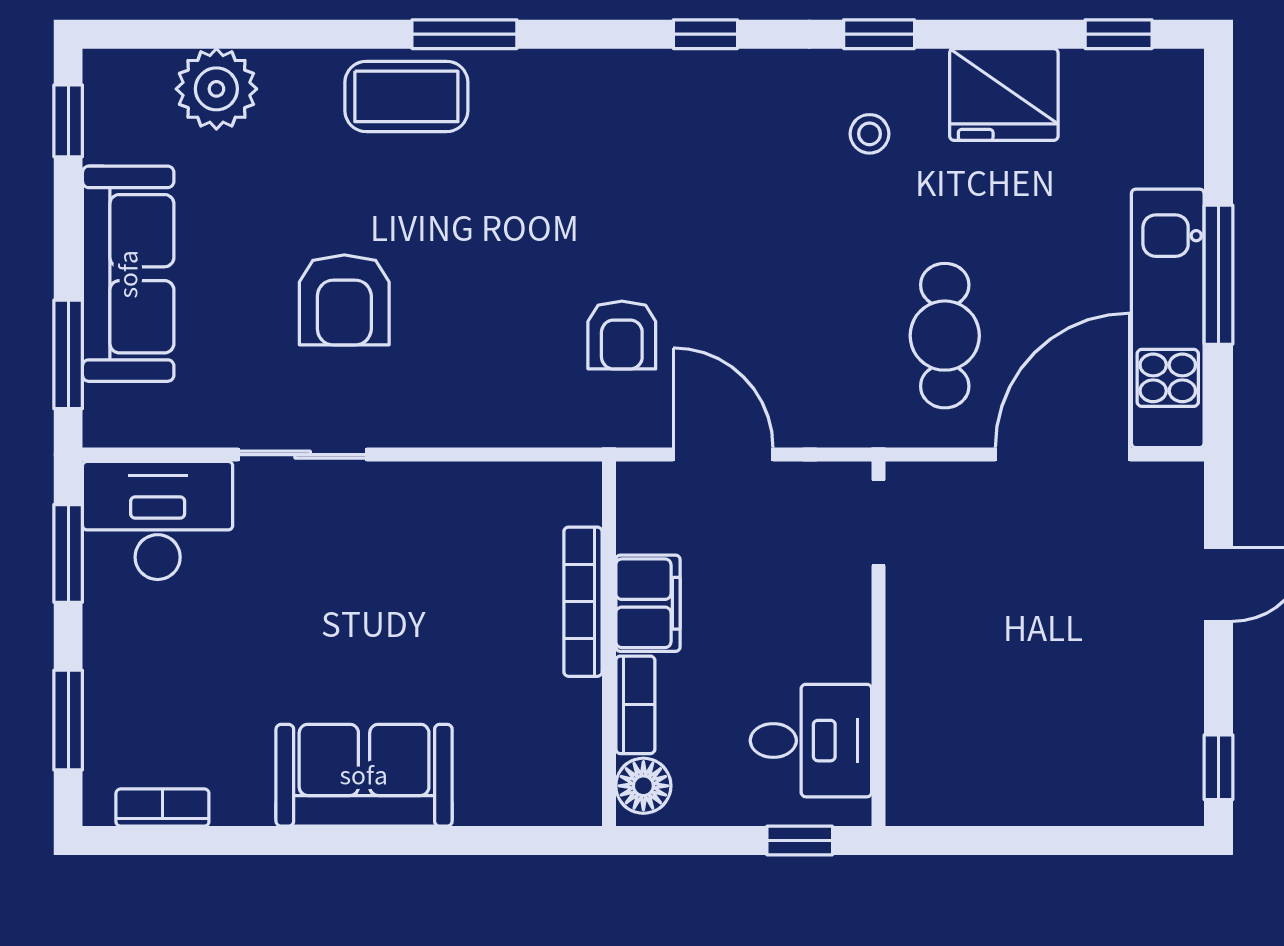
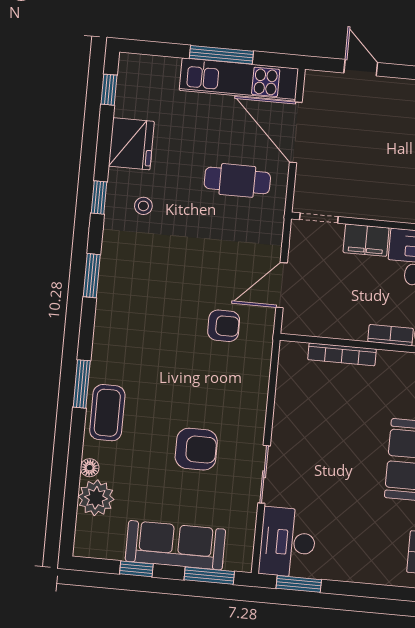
window: (705, 34) -> (92, 276), width x1.50
floor lamp: (282, 69) -> (90, 468), added
window: (68, 121) -> (136, 569), moved
filing cabinet: (648, 603) -> (366, 240), moved, turned 180
window: (68, 720) -> (374, 591), removed

